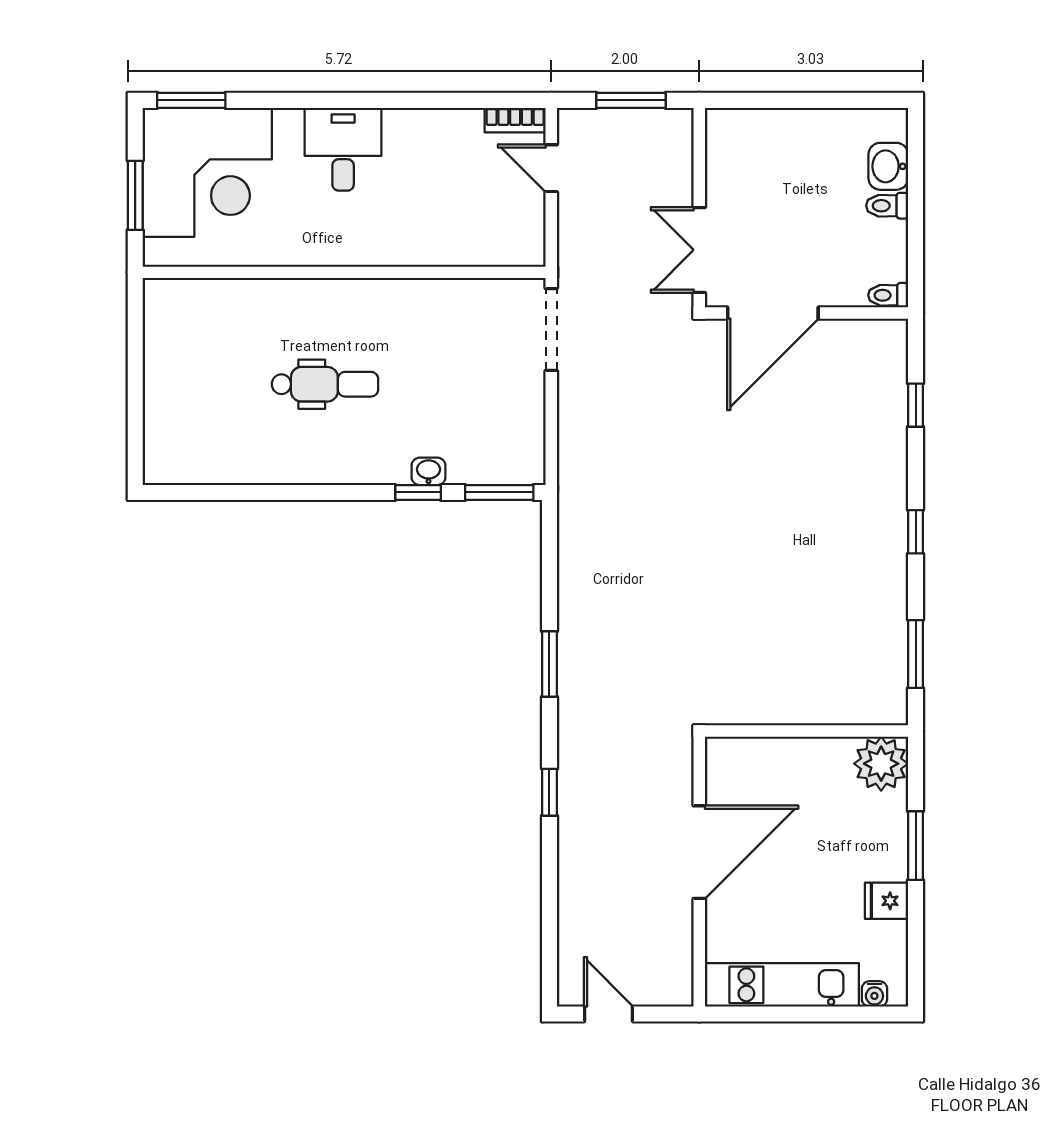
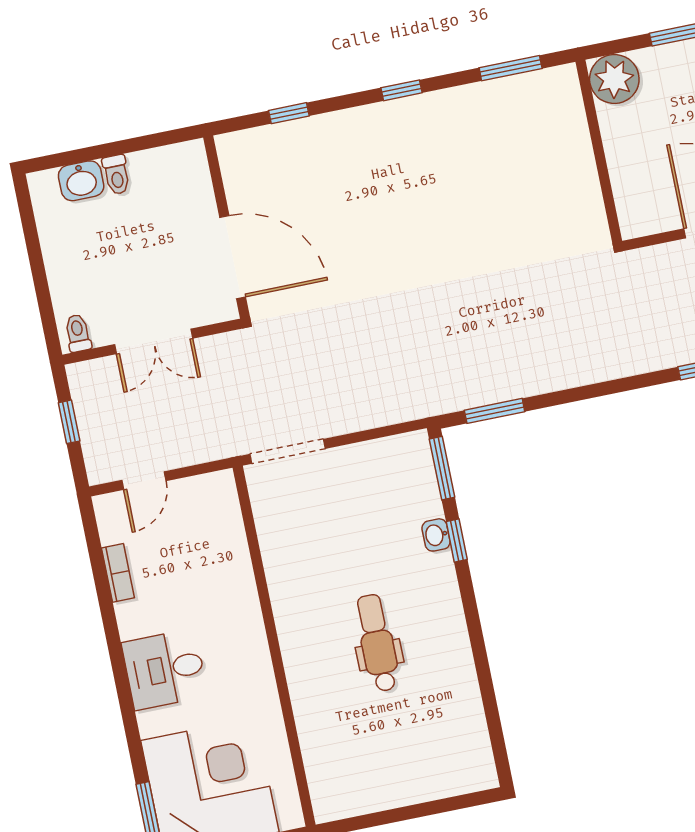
window: (631, 100) -> (69, 422), width x0.67
bookcase: (515, 120) -> (118, 573), moved
double door: (699, 250) -> (154, 341), moved
toilet: (888, 295) -> (78, 333), moved, turned 180
window: (549, 664) -> (495, 411), moved

